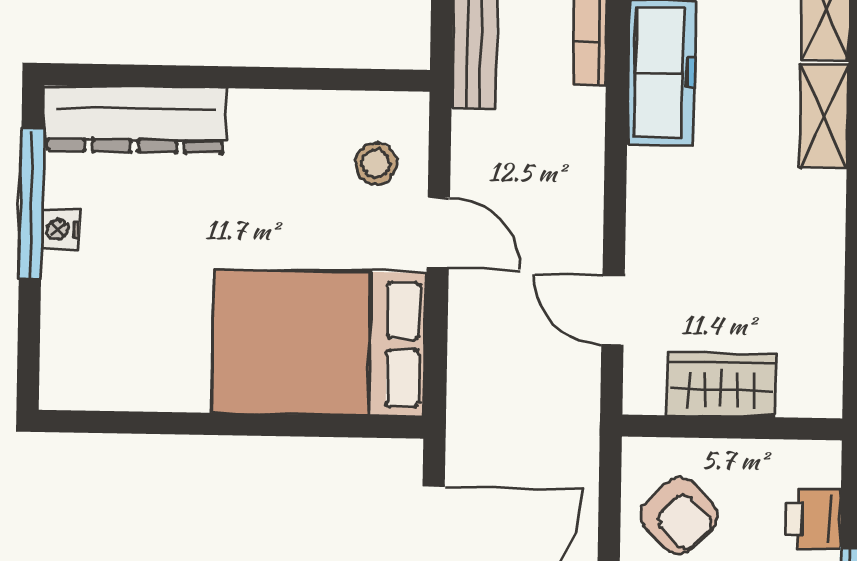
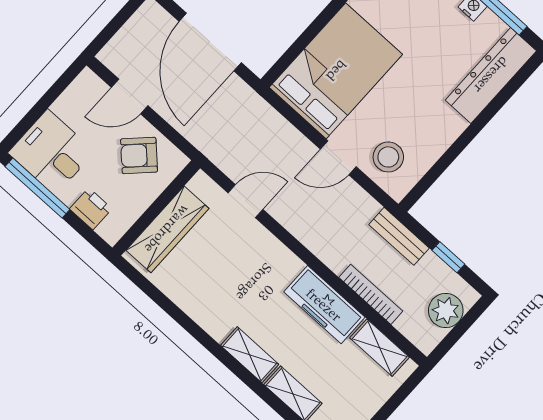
stool: (376, 164) -> (388, 157), width x1.37, depth x1.37
wardrobe: (721, 385) -> (167, 229), width x1.50

